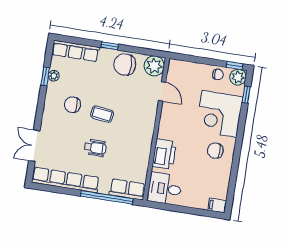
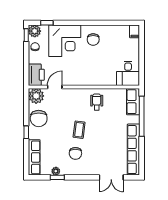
wheelchair: (95, 148) -> (97, 102), moved
printer: (164, 154) -> (36, 75), moved, turned 90

